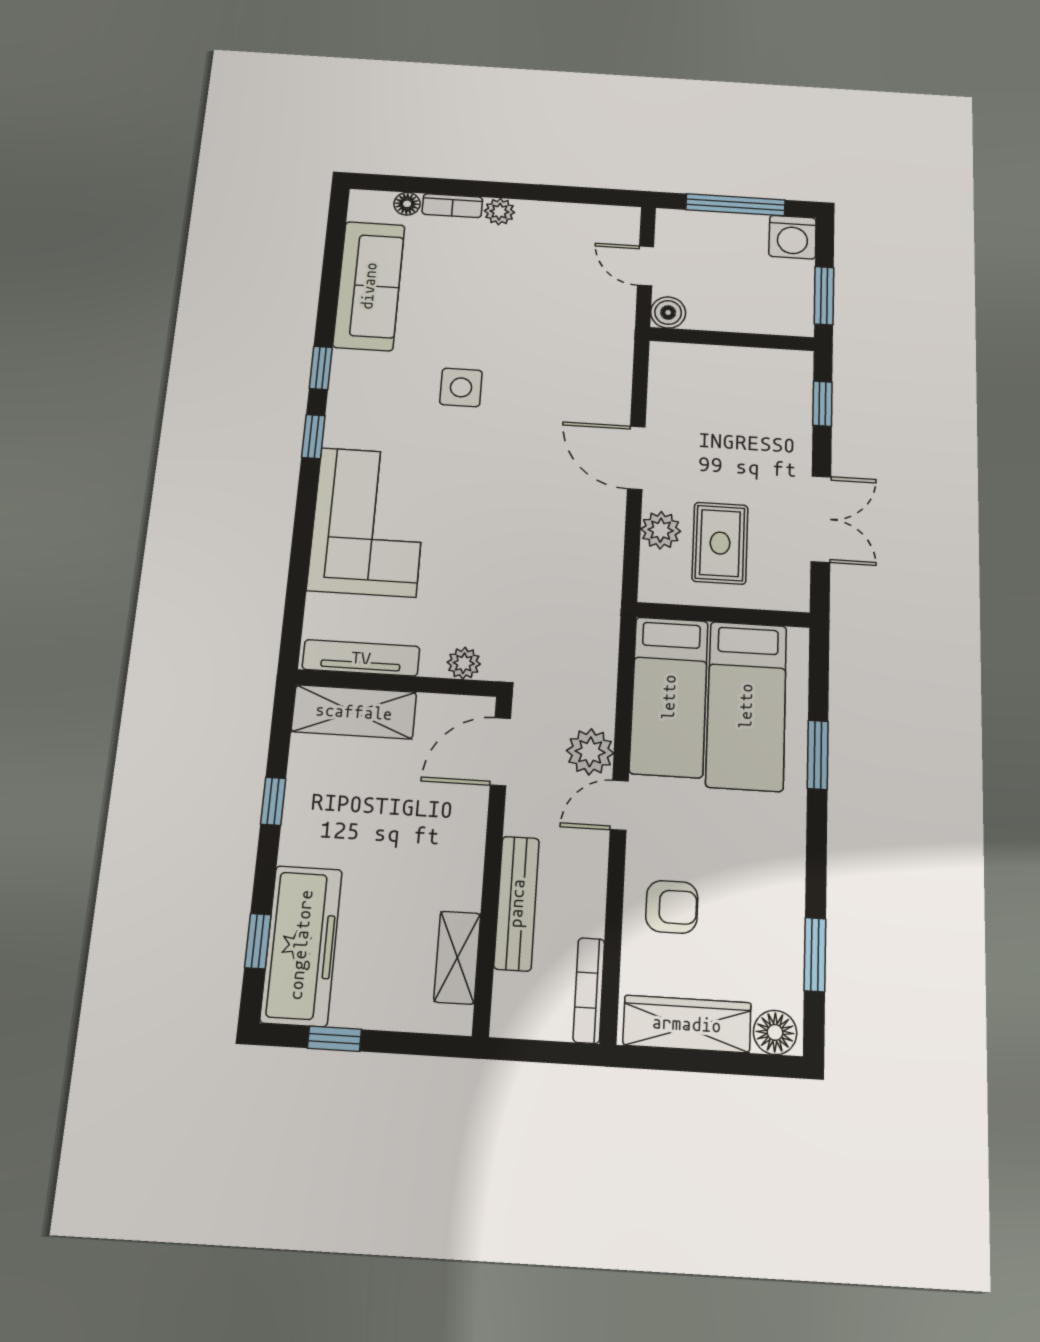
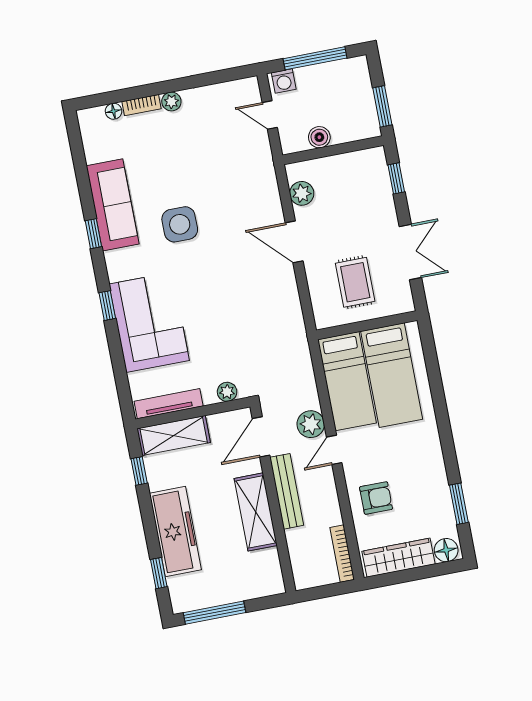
washing machine: (792, 237) -> (284, 81), moved, width x0.73, depth x0.73
sofa: (369, 286) -> (113, 205), moved
boiler: (668, 313) -> (319, 137), moved
side table: (461, 387) -> (180, 224), width x1.37, depth x1.37
window: (313, 436) -> (107, 306), moved
plant: (661, 530) -> (302, 193), moved
window: (818, 755) -> (438, 393), removed
window: (273, 801) -> (139, 471), moved
bench: (517, 903) -> (287, 491), moved
freezer: (301, 945) -> (175, 531), moved
shelving: (457, 958) -> (256, 512), moved, width x1.50, depth x1.33
window: (334, 1039) -> (214, 613), width x2.17

